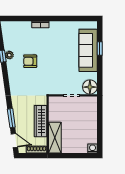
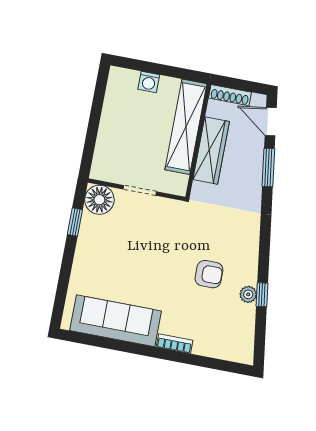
window: (100, 49) -> (75, 222), moved
sofa: (88, 50) -> (116, 321), moved, turned -90
shelving: (55, 138) -> (186, 127), width x1.47
washing machine: (93, 148) -> (149, 82), moved

